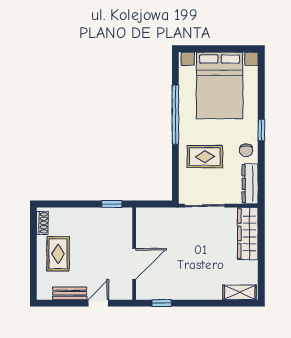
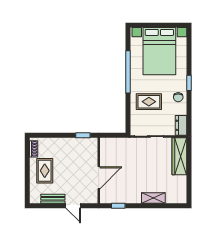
dresser: (250, 184) -> (181, 125), width x0.70
shelving: (240, 292) -> (153, 198), moved
door: (98, 303) -> (73, 206), swing flipped

